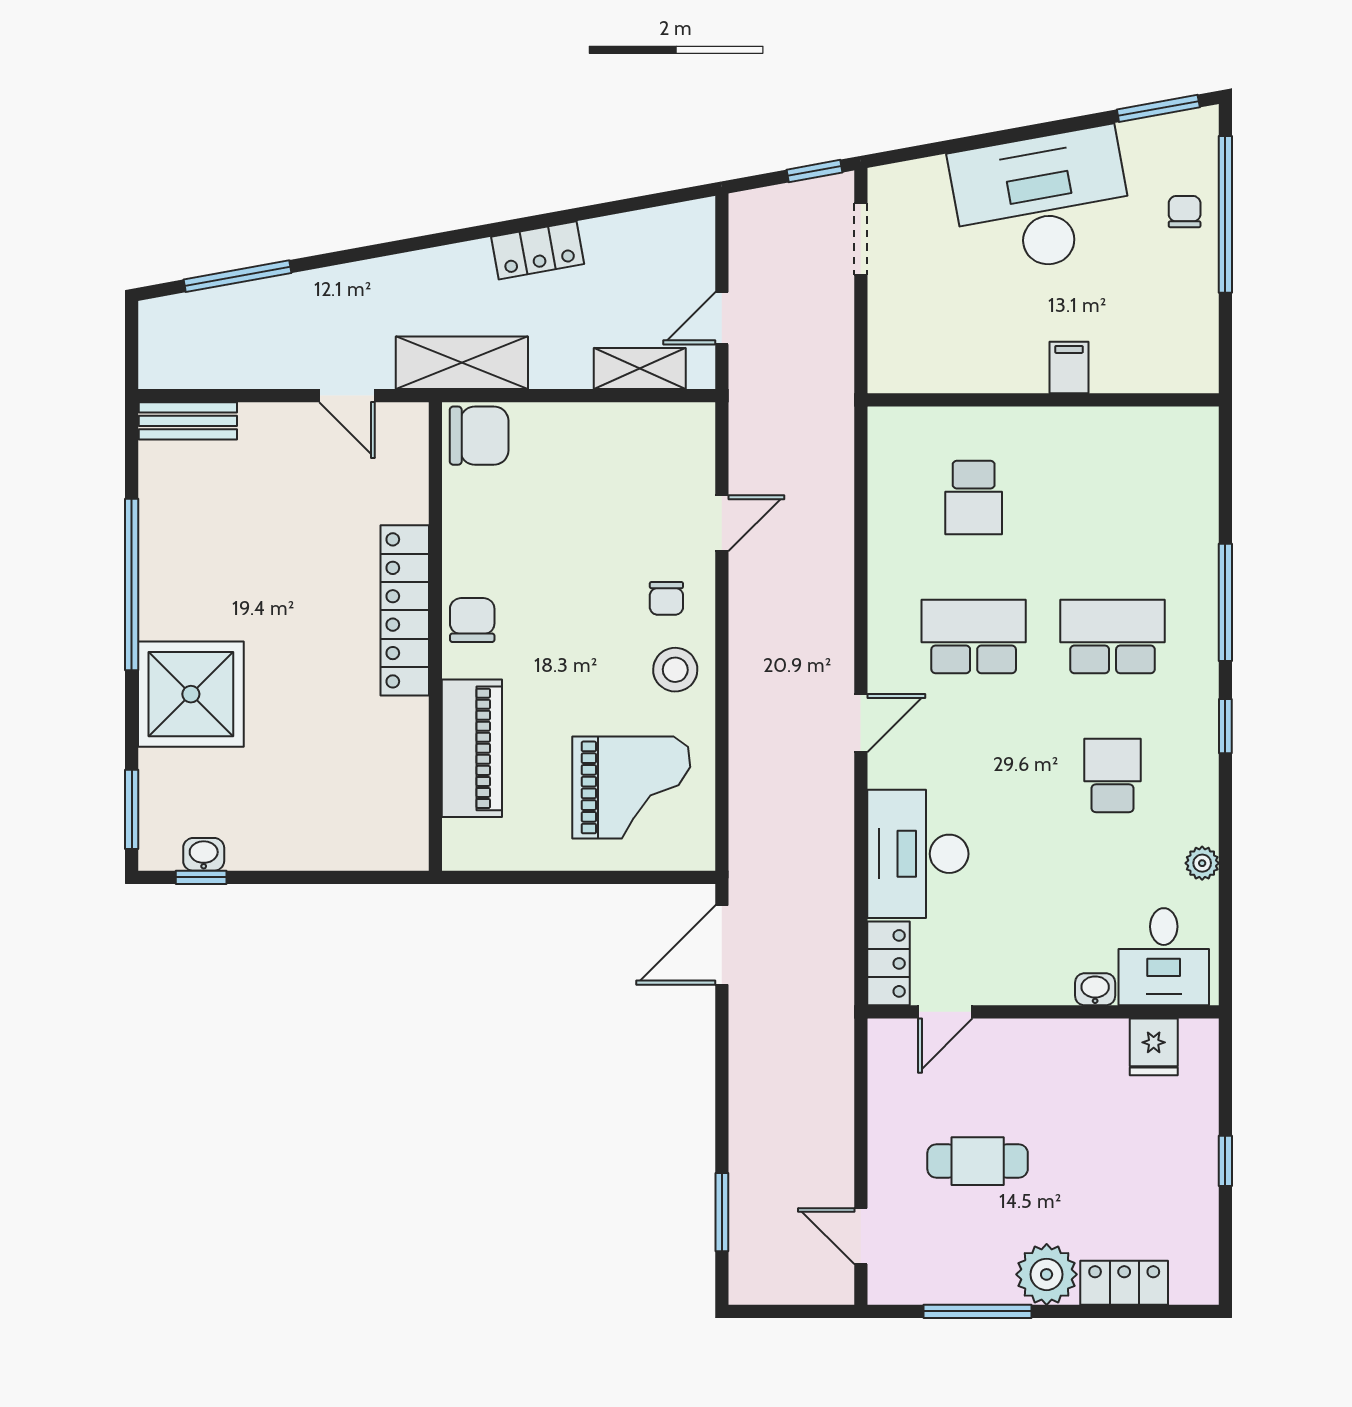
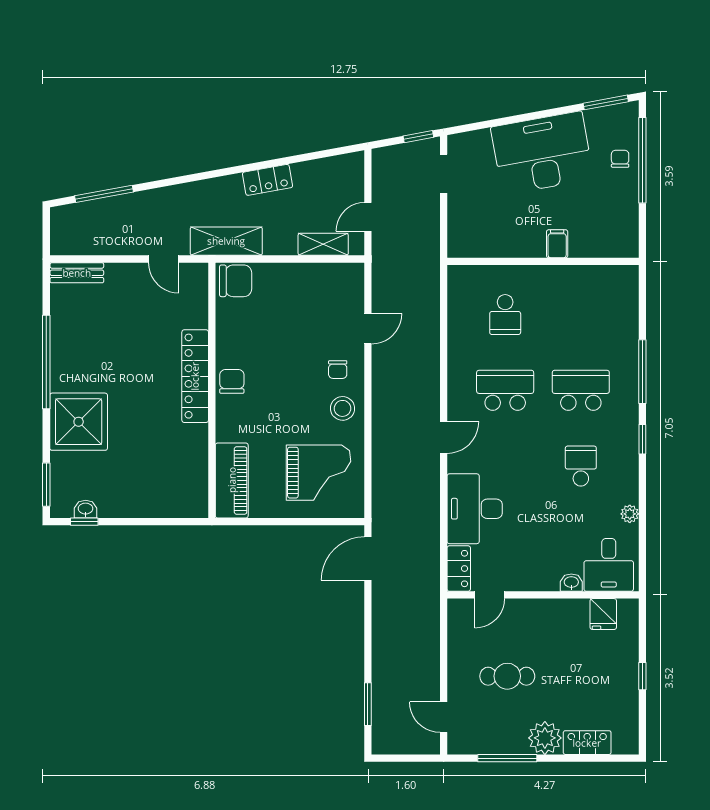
piano: (472, 748) -> (232, 480), moved

